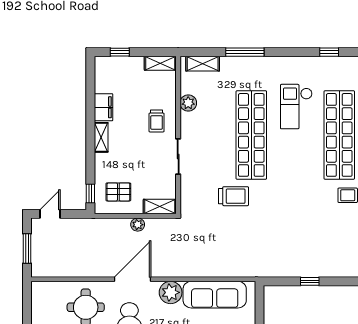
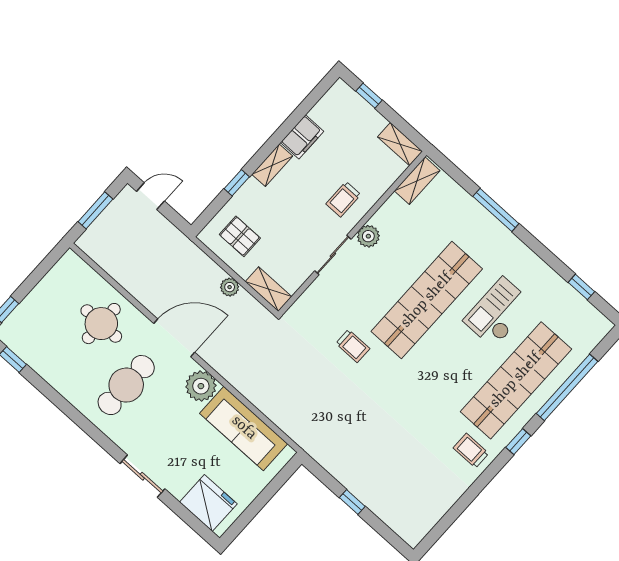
shelving: (203, 64) -> (417, 181), moved, turned 90
plant: (188, 103) -> (368, 236), moved
window: (90, 194) -> (237, 183), moved
trolley: (234, 196) -> (353, 346), width x0.73, depth x0.72

